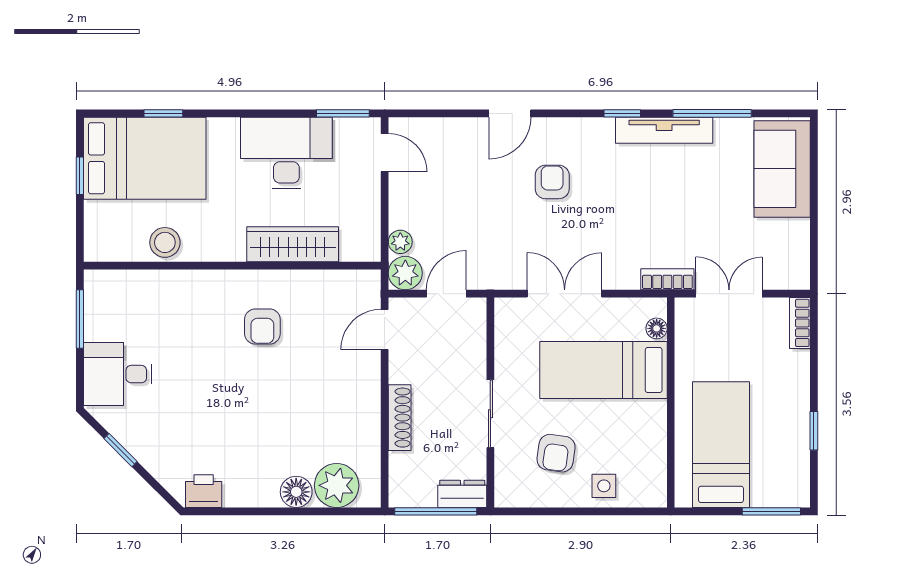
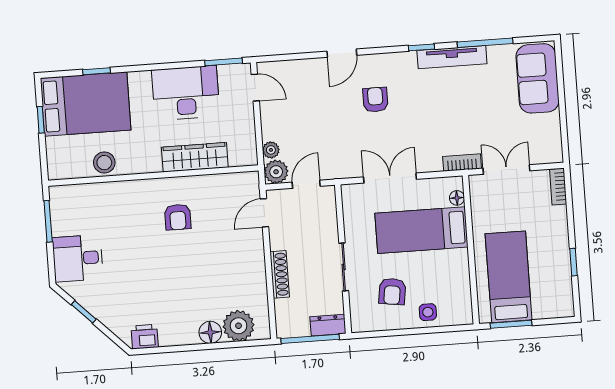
window: (771, 511) -> (511, 324), moved

